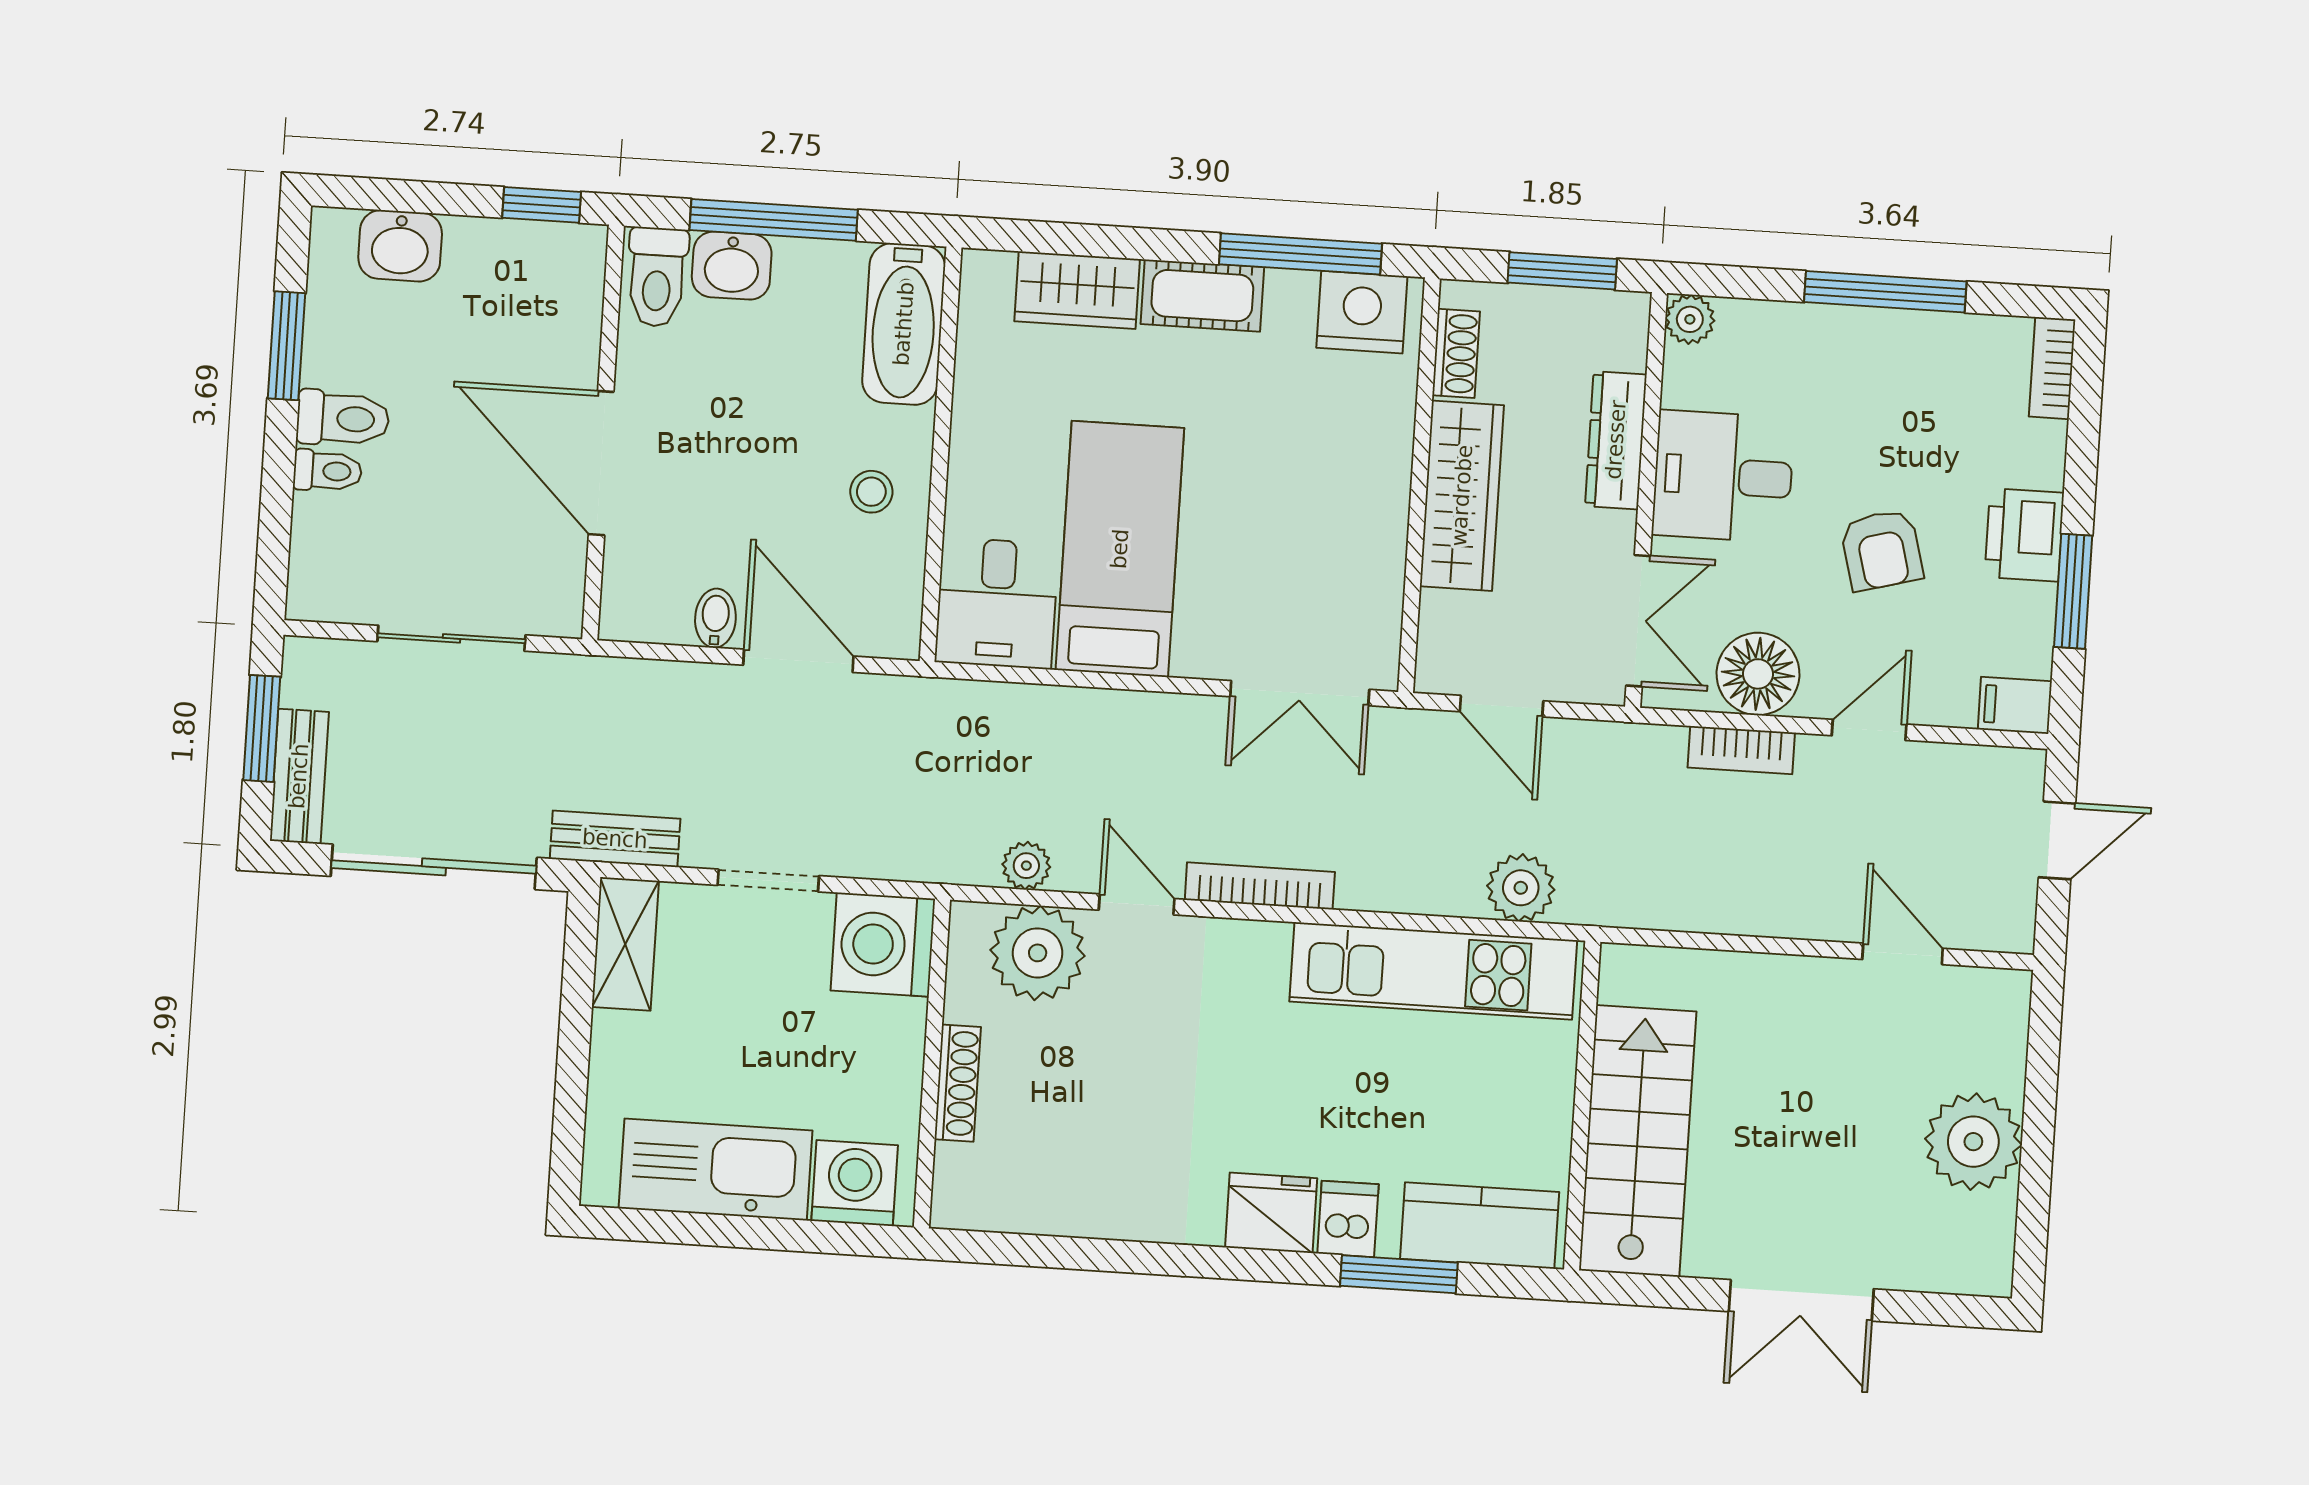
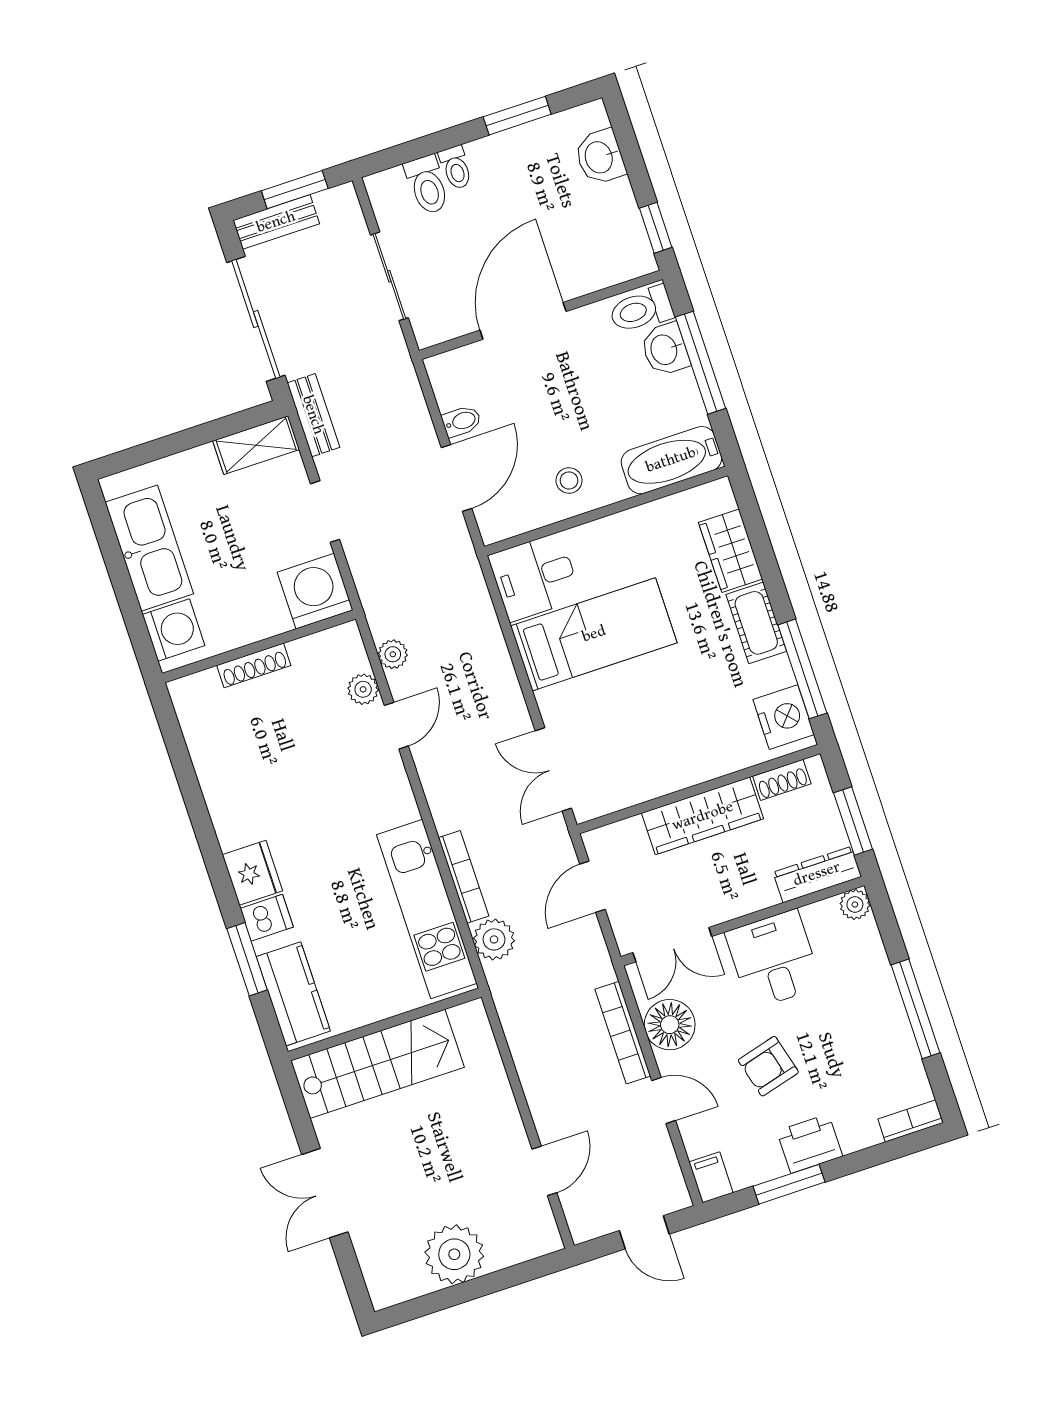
toilet: (343, 418) -> (427, 185), moved
dresser: (1616, 440) -> (817, 874), moved
bookcase: (1741, 750) -> (623, 1033), width x1.56
bookcase: (1260, 886) -> (464, 877), moved
plant: (1038, 953) -> (363, 689), width x0.53, depth x0.53

